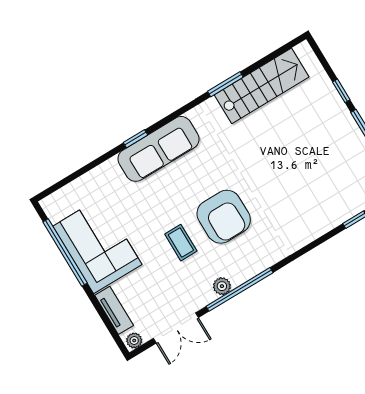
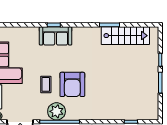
sofa: (158, 149) -> (56, 36), width x0.73
plant: (222, 286) -> (57, 111), width x1.88, depth x1.88

